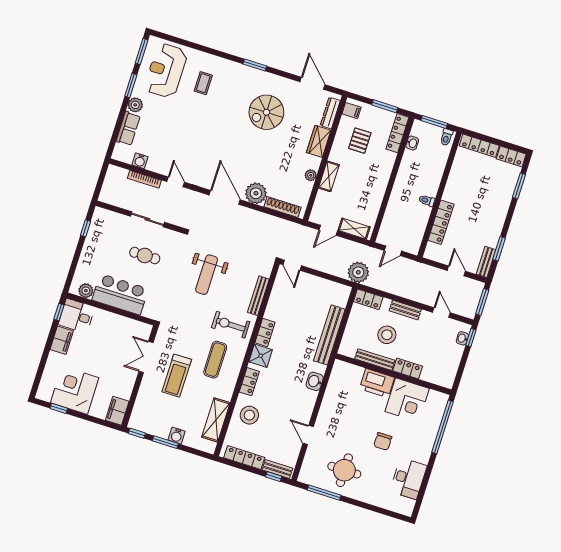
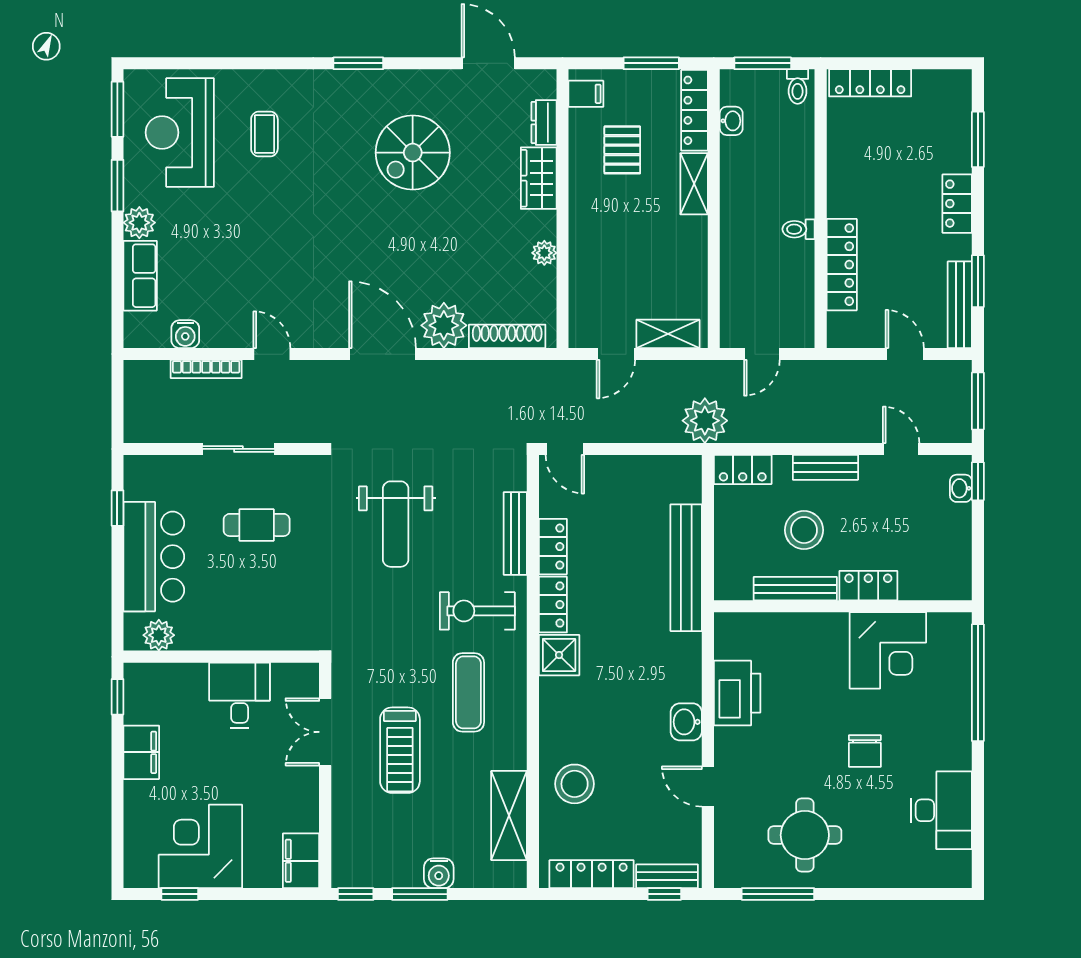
dresser: (330, 113) -> (544, 122), width x0.70
locker: (511, 156) -> (957, 204), moved, turned 90
shelving: (329, 176) -> (694, 184), moved
bench: (486, 262) -> (960, 305), width x1.36
bar counter: (120, 294) -> (154, 557), moved, turned 90
desk: (77, 316) -> (240, 695), moved, turned 90
washbasin: (315, 381) -> (686, 722), moved
locker: (249, 382) -> (553, 547), moved
printer: (377, 383) -> (737, 693), moved, turned -90

